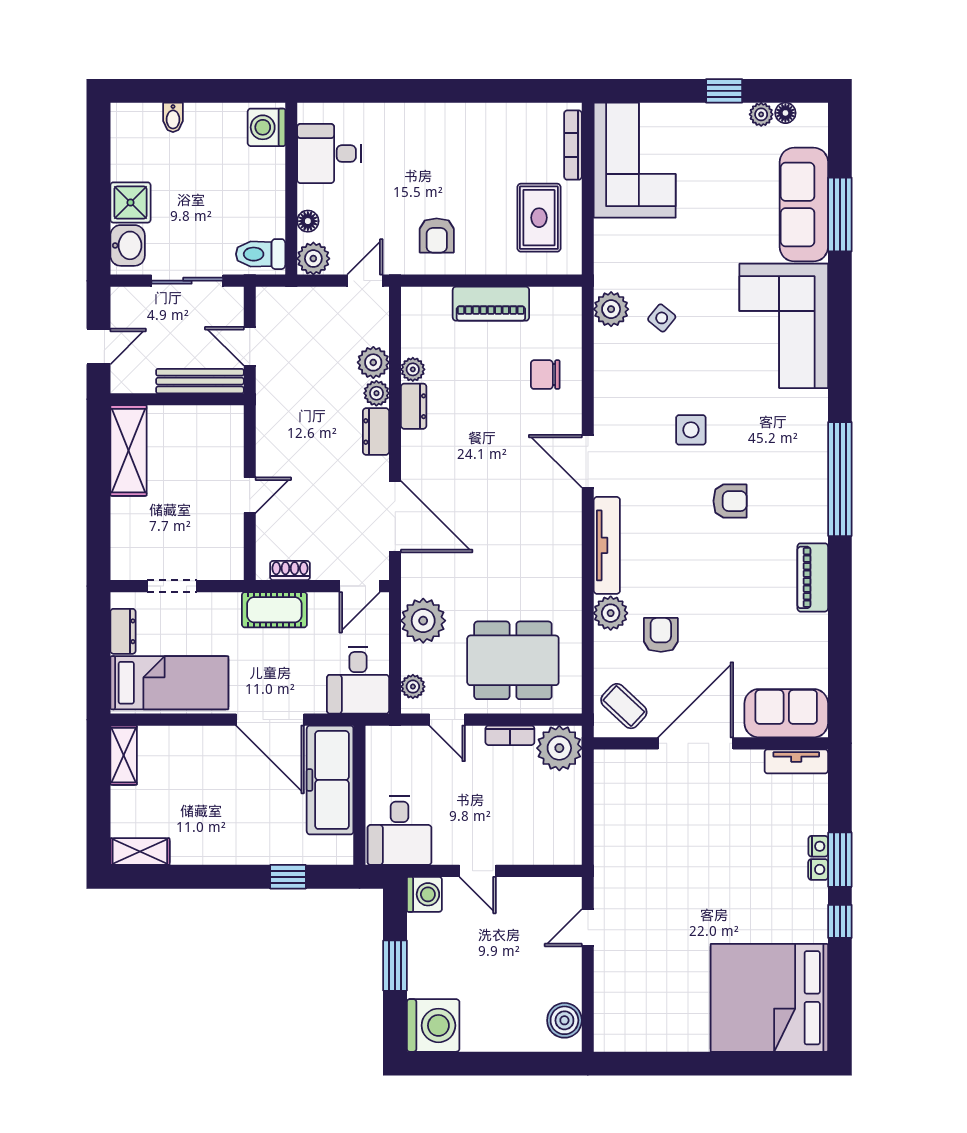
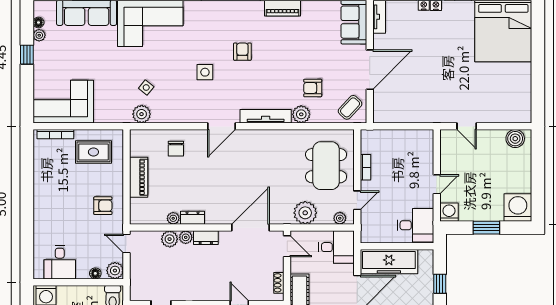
door: (696, 743) -> (370, 70), swing flipped
plant: (559, 748) -> (372, 141), removed

